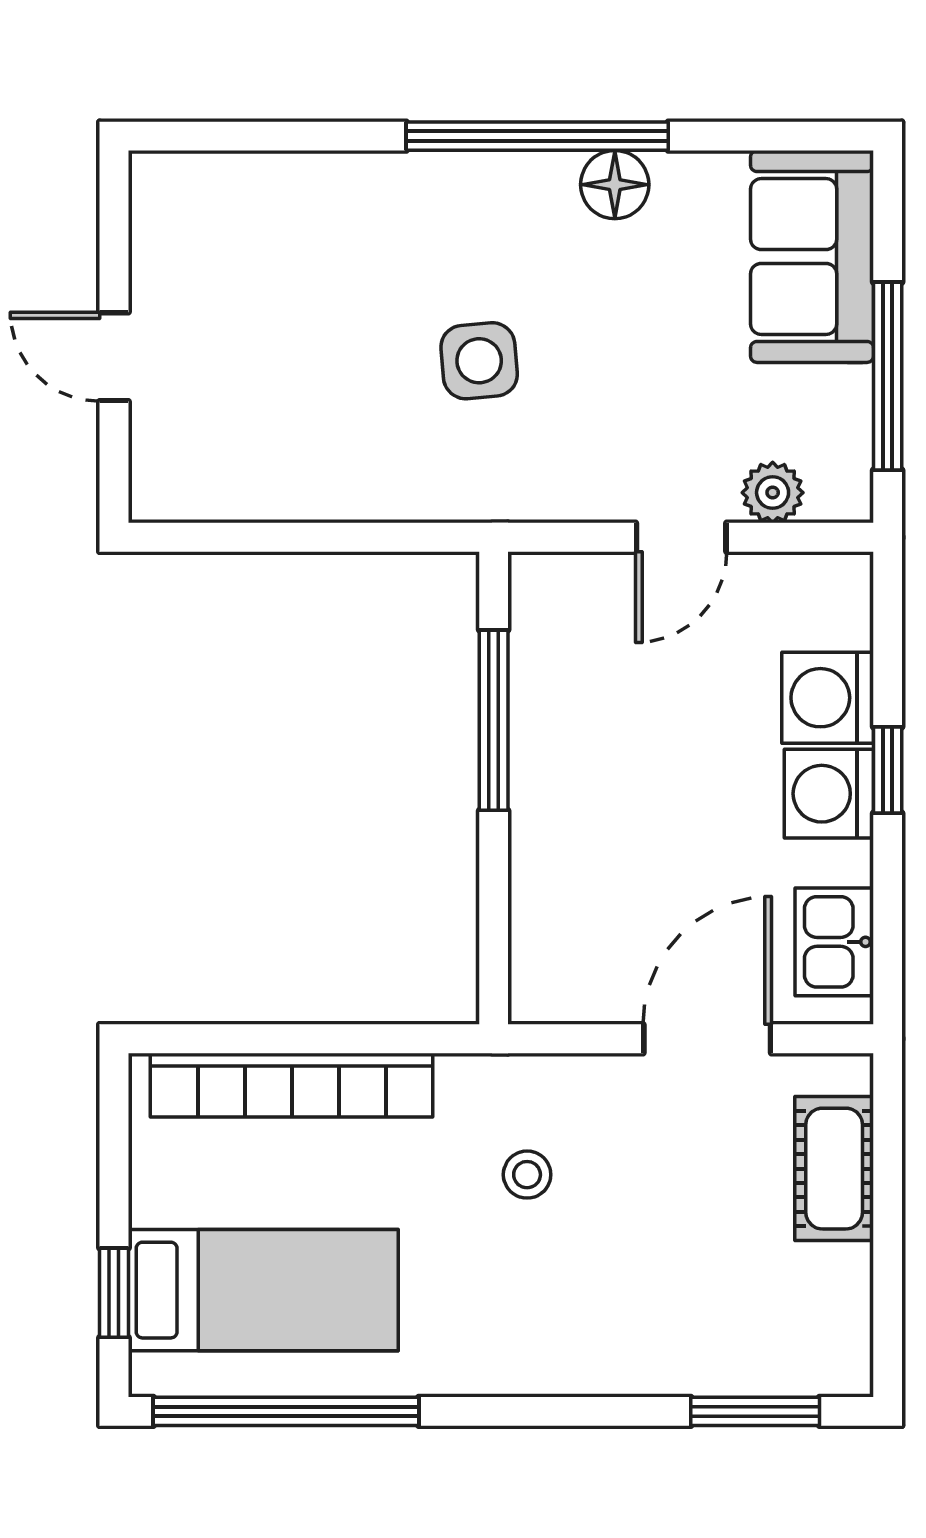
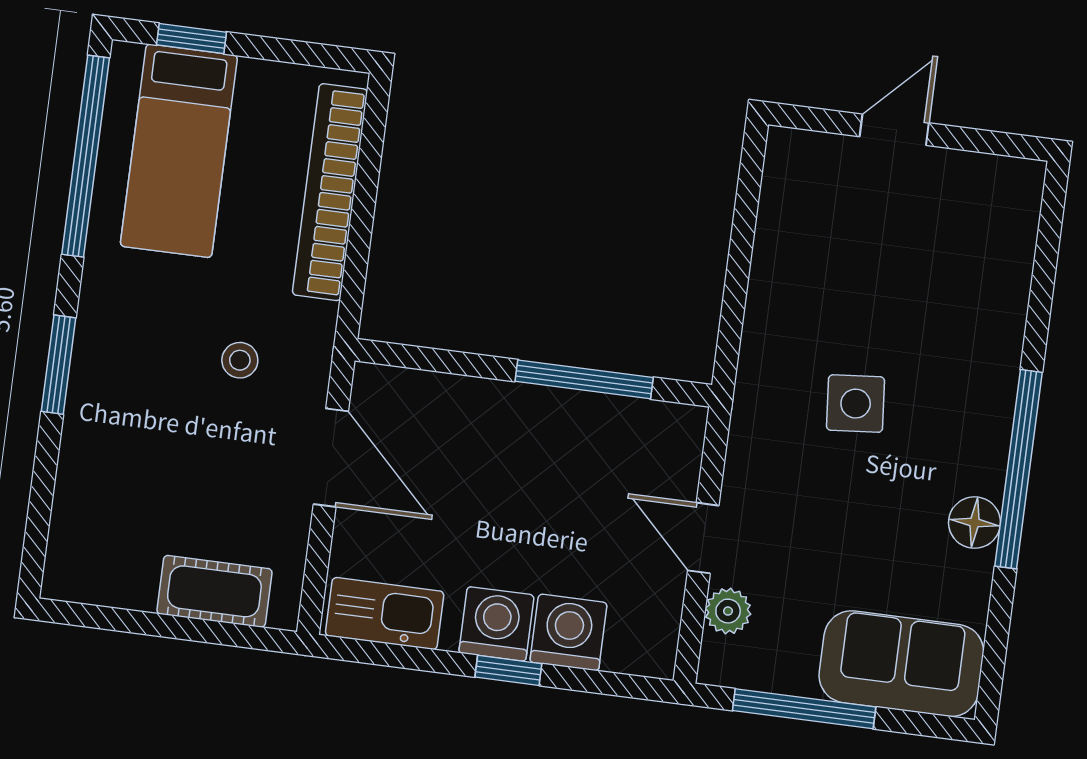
kitchen sink: (834, 942) -> (385, 613), width x1.38
door: (707, 1039) -> (331, 458), moved
window: (755, 1411) -> (59, 365), moved

